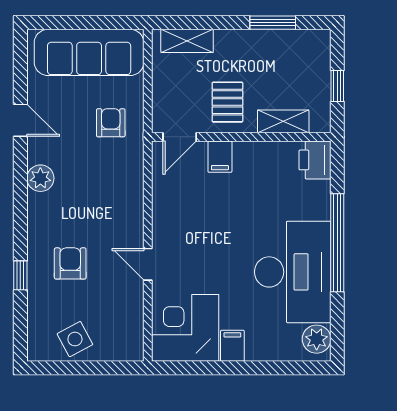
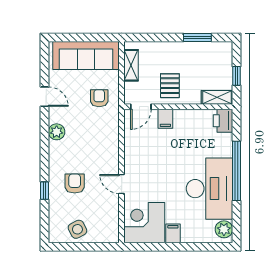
shelving: (187, 41) -> (131, 65), moved, turned 90
shelving: (283, 121) -> (217, 97), moved

